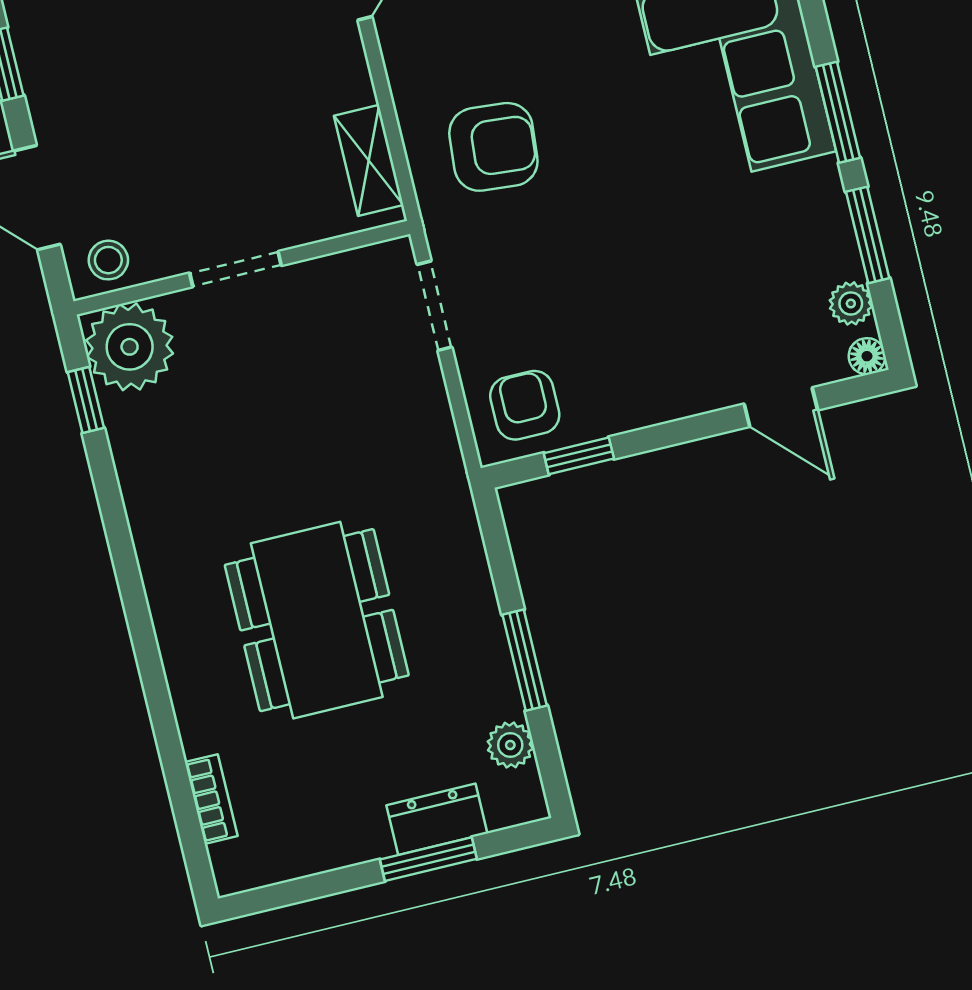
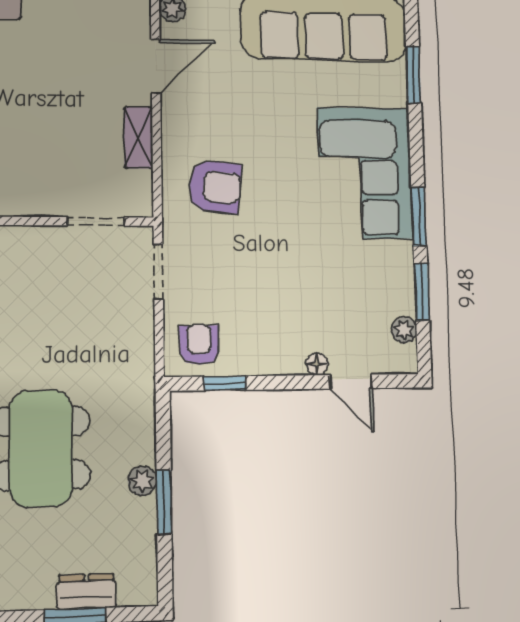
shelving: (369, 160) -> (138, 137), moved
doorway: (236, 269) -> (96, 221), moved
floor lamp: (867, 356) -> (317, 364), moved
plant: (510, 745) -> (142, 481), moved

